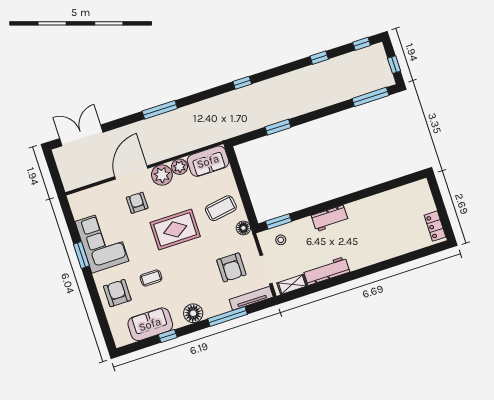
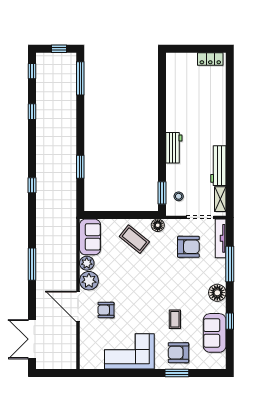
coffee table: (221, 208) -> (134, 239), turned -42
rug: (175, 229) -> (140, 285), removed
window: (81, 255) -> (177, 373), moved

